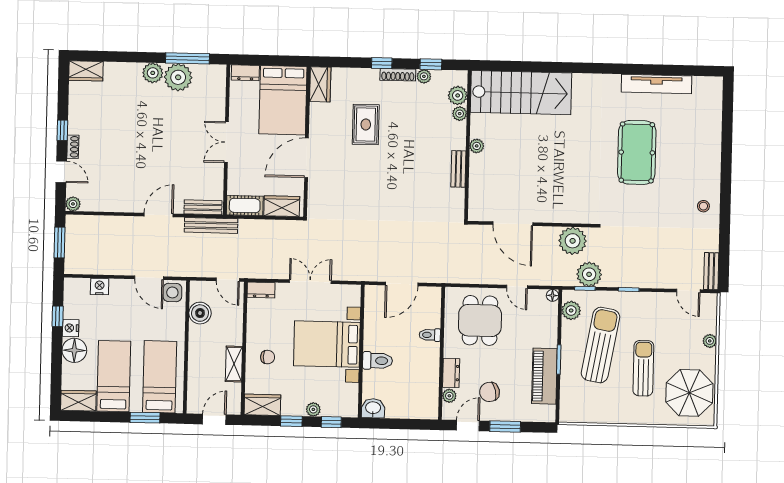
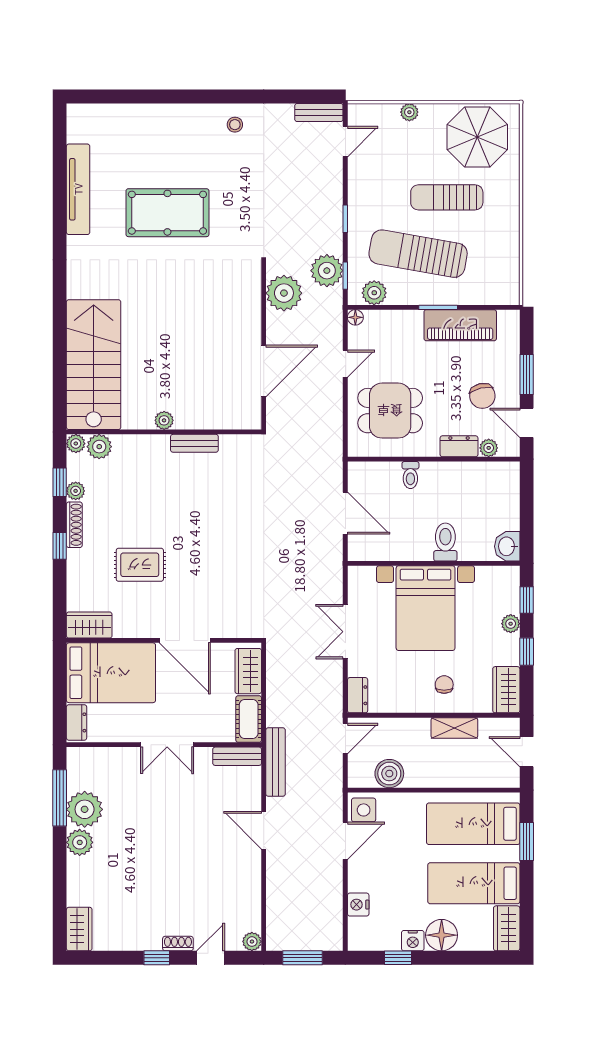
plant: (460, 114) -> (76, 444), moved
bench: (203, 207) -> (237, 756), moved, turned 90

